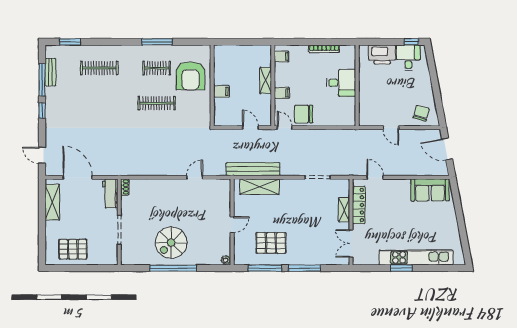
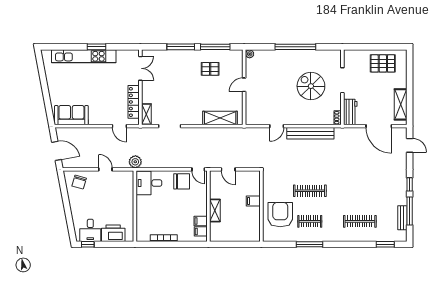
desk: (341, 83) -> (149, 183), moved
filing cabinet: (282, 93) -> (201, 221), moved
plant: (357, 136) -> (135, 162), added
bench: (253, 169) -> (310, 133), moved
shelving: (344, 210) -> (146, 114), moved
spiral stairs: (171, 243) -> (311, 86), moved, turned -90
pallet: (271, 243) -> (210, 69), width x0.67, depth x0.71

